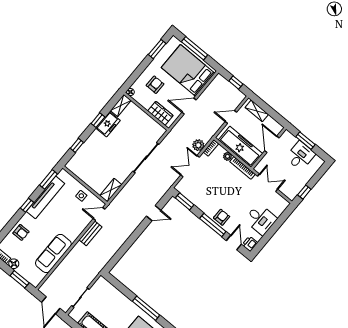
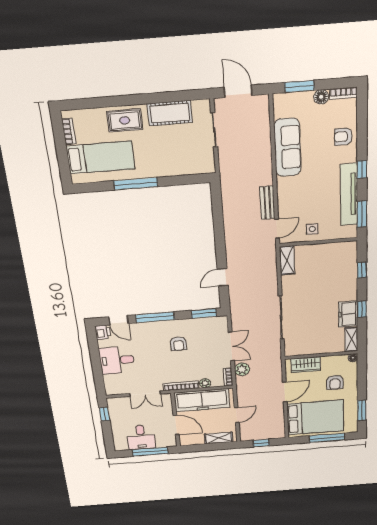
window: (305, 141) -> (150, 452), width x1.44
armchair: (222, 217) -> (178, 344), moved

